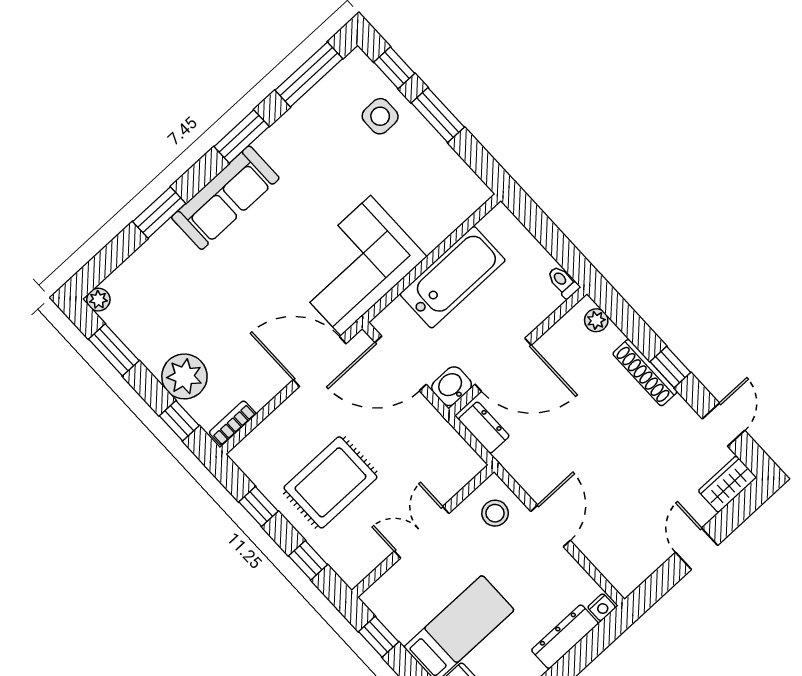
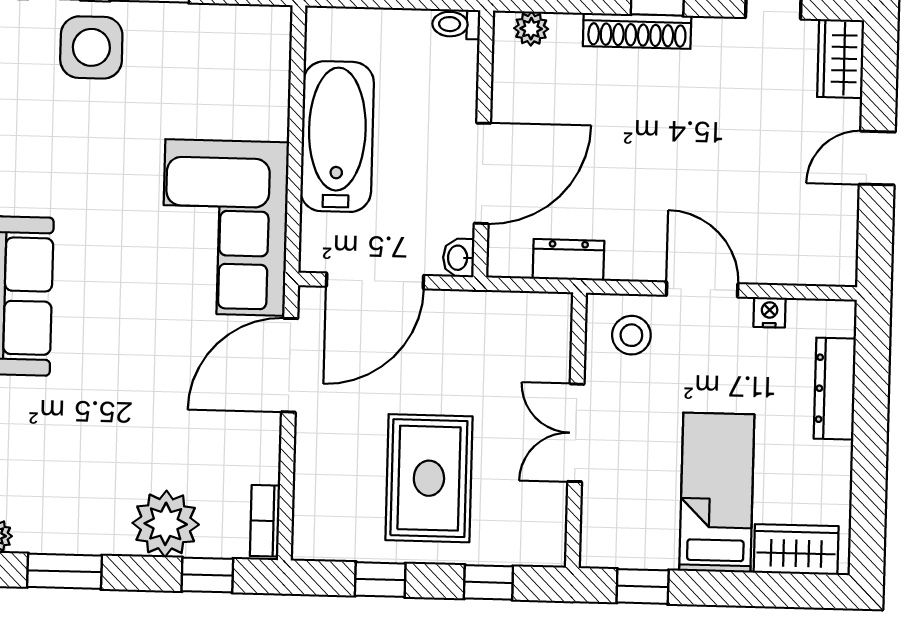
side table: (380, 116) -> (91, 47), width x1.37, depth x1.37
washbasin: (452, 386) -> (459, 258), width x0.72, depth x0.69
dresser: (484, 428) -> (568, 260), moved
door: (697, 549) -> (877, 158), hinge flipped
nightstand: (602, 607) -> (770, 312), moved, turned -90

